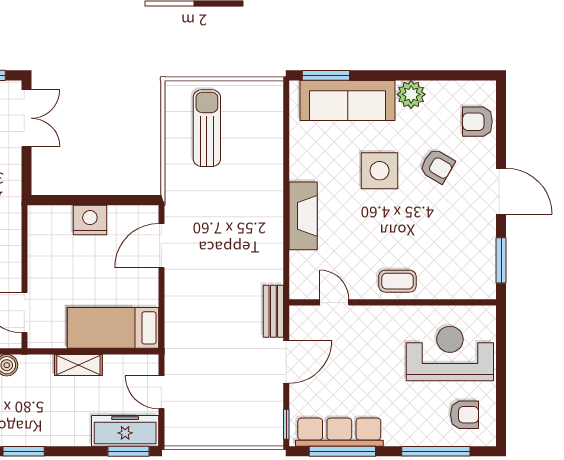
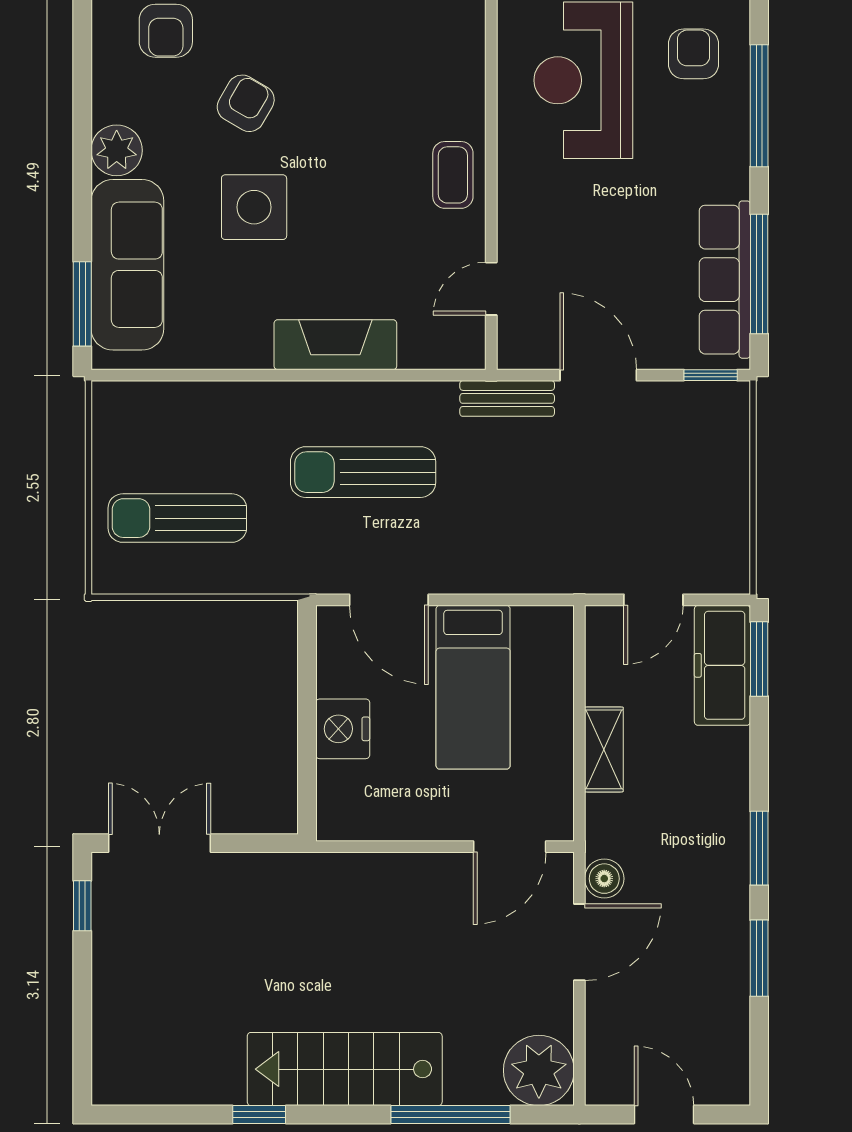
sun lounger: (232, 231) -> (363, 472), added
bed: (113, 328) -> (473, 687), moved

